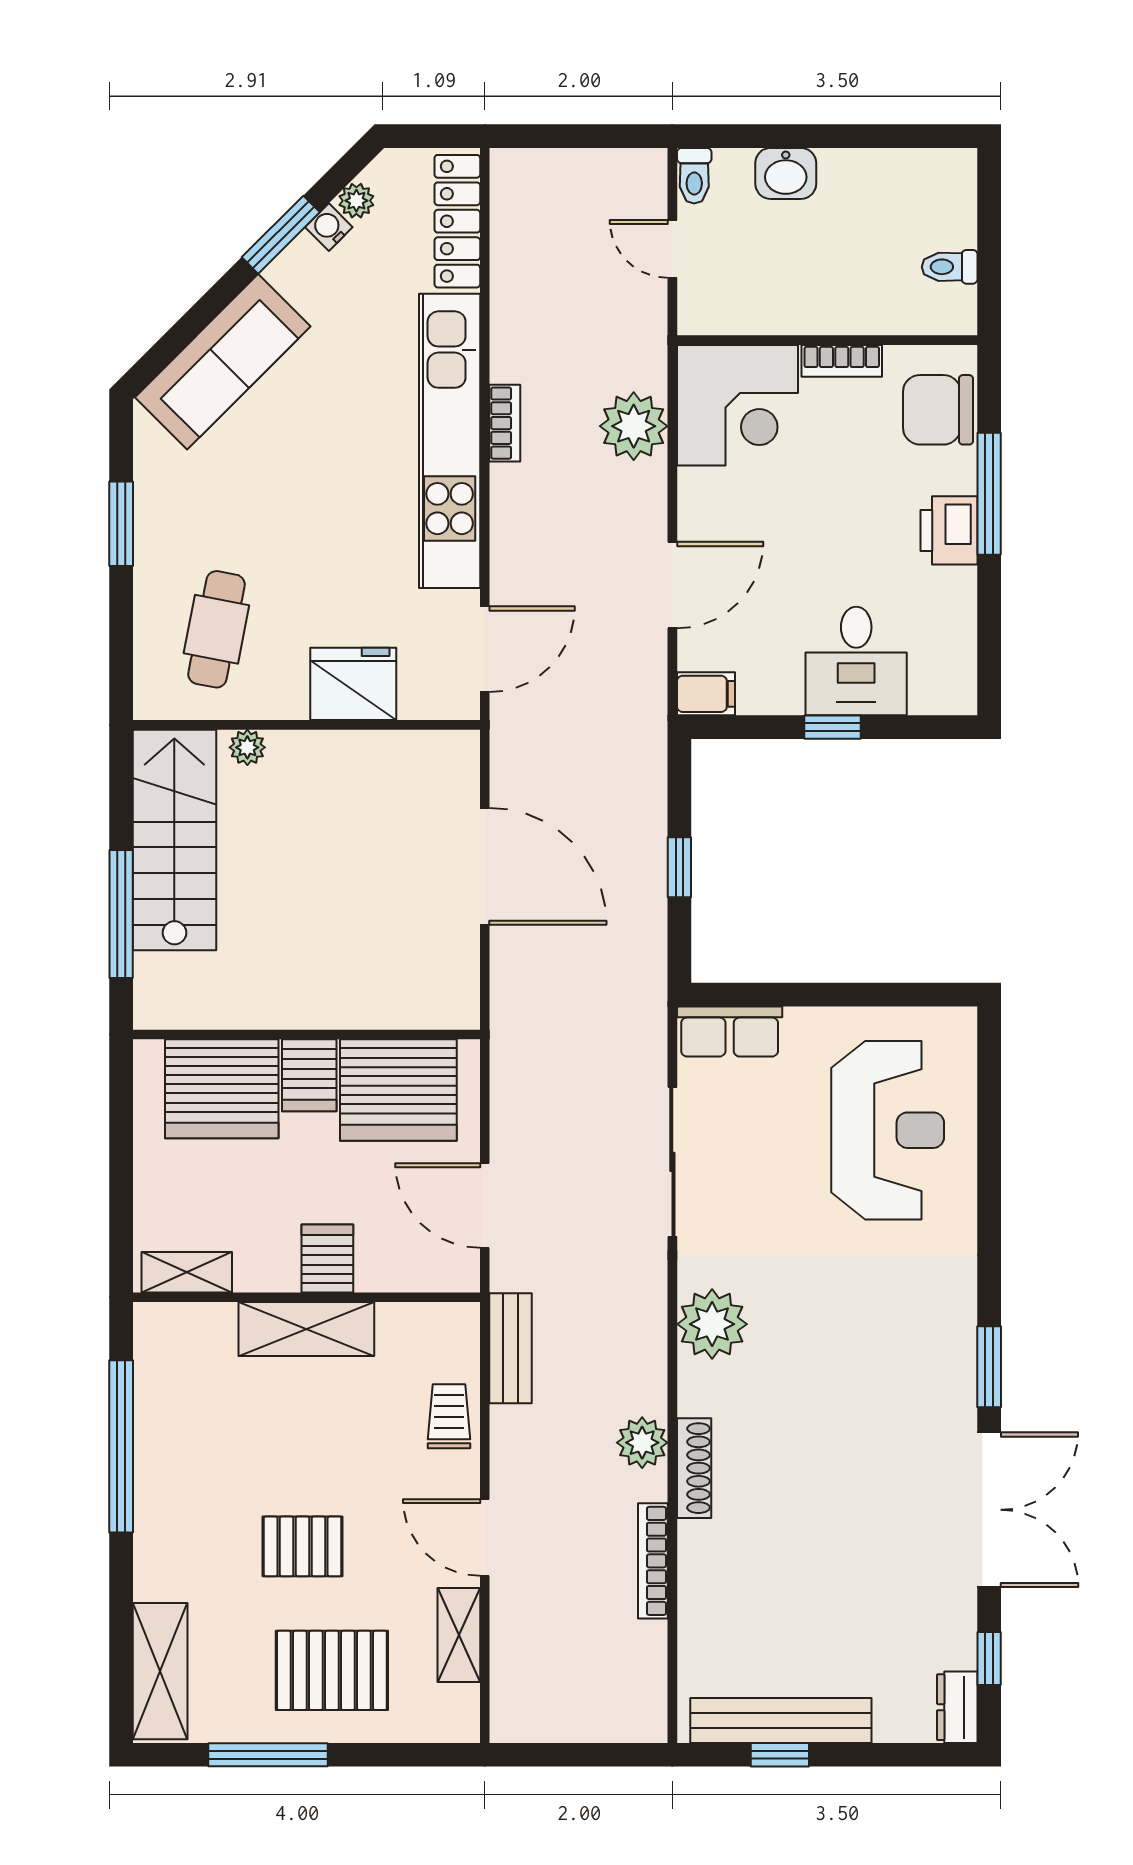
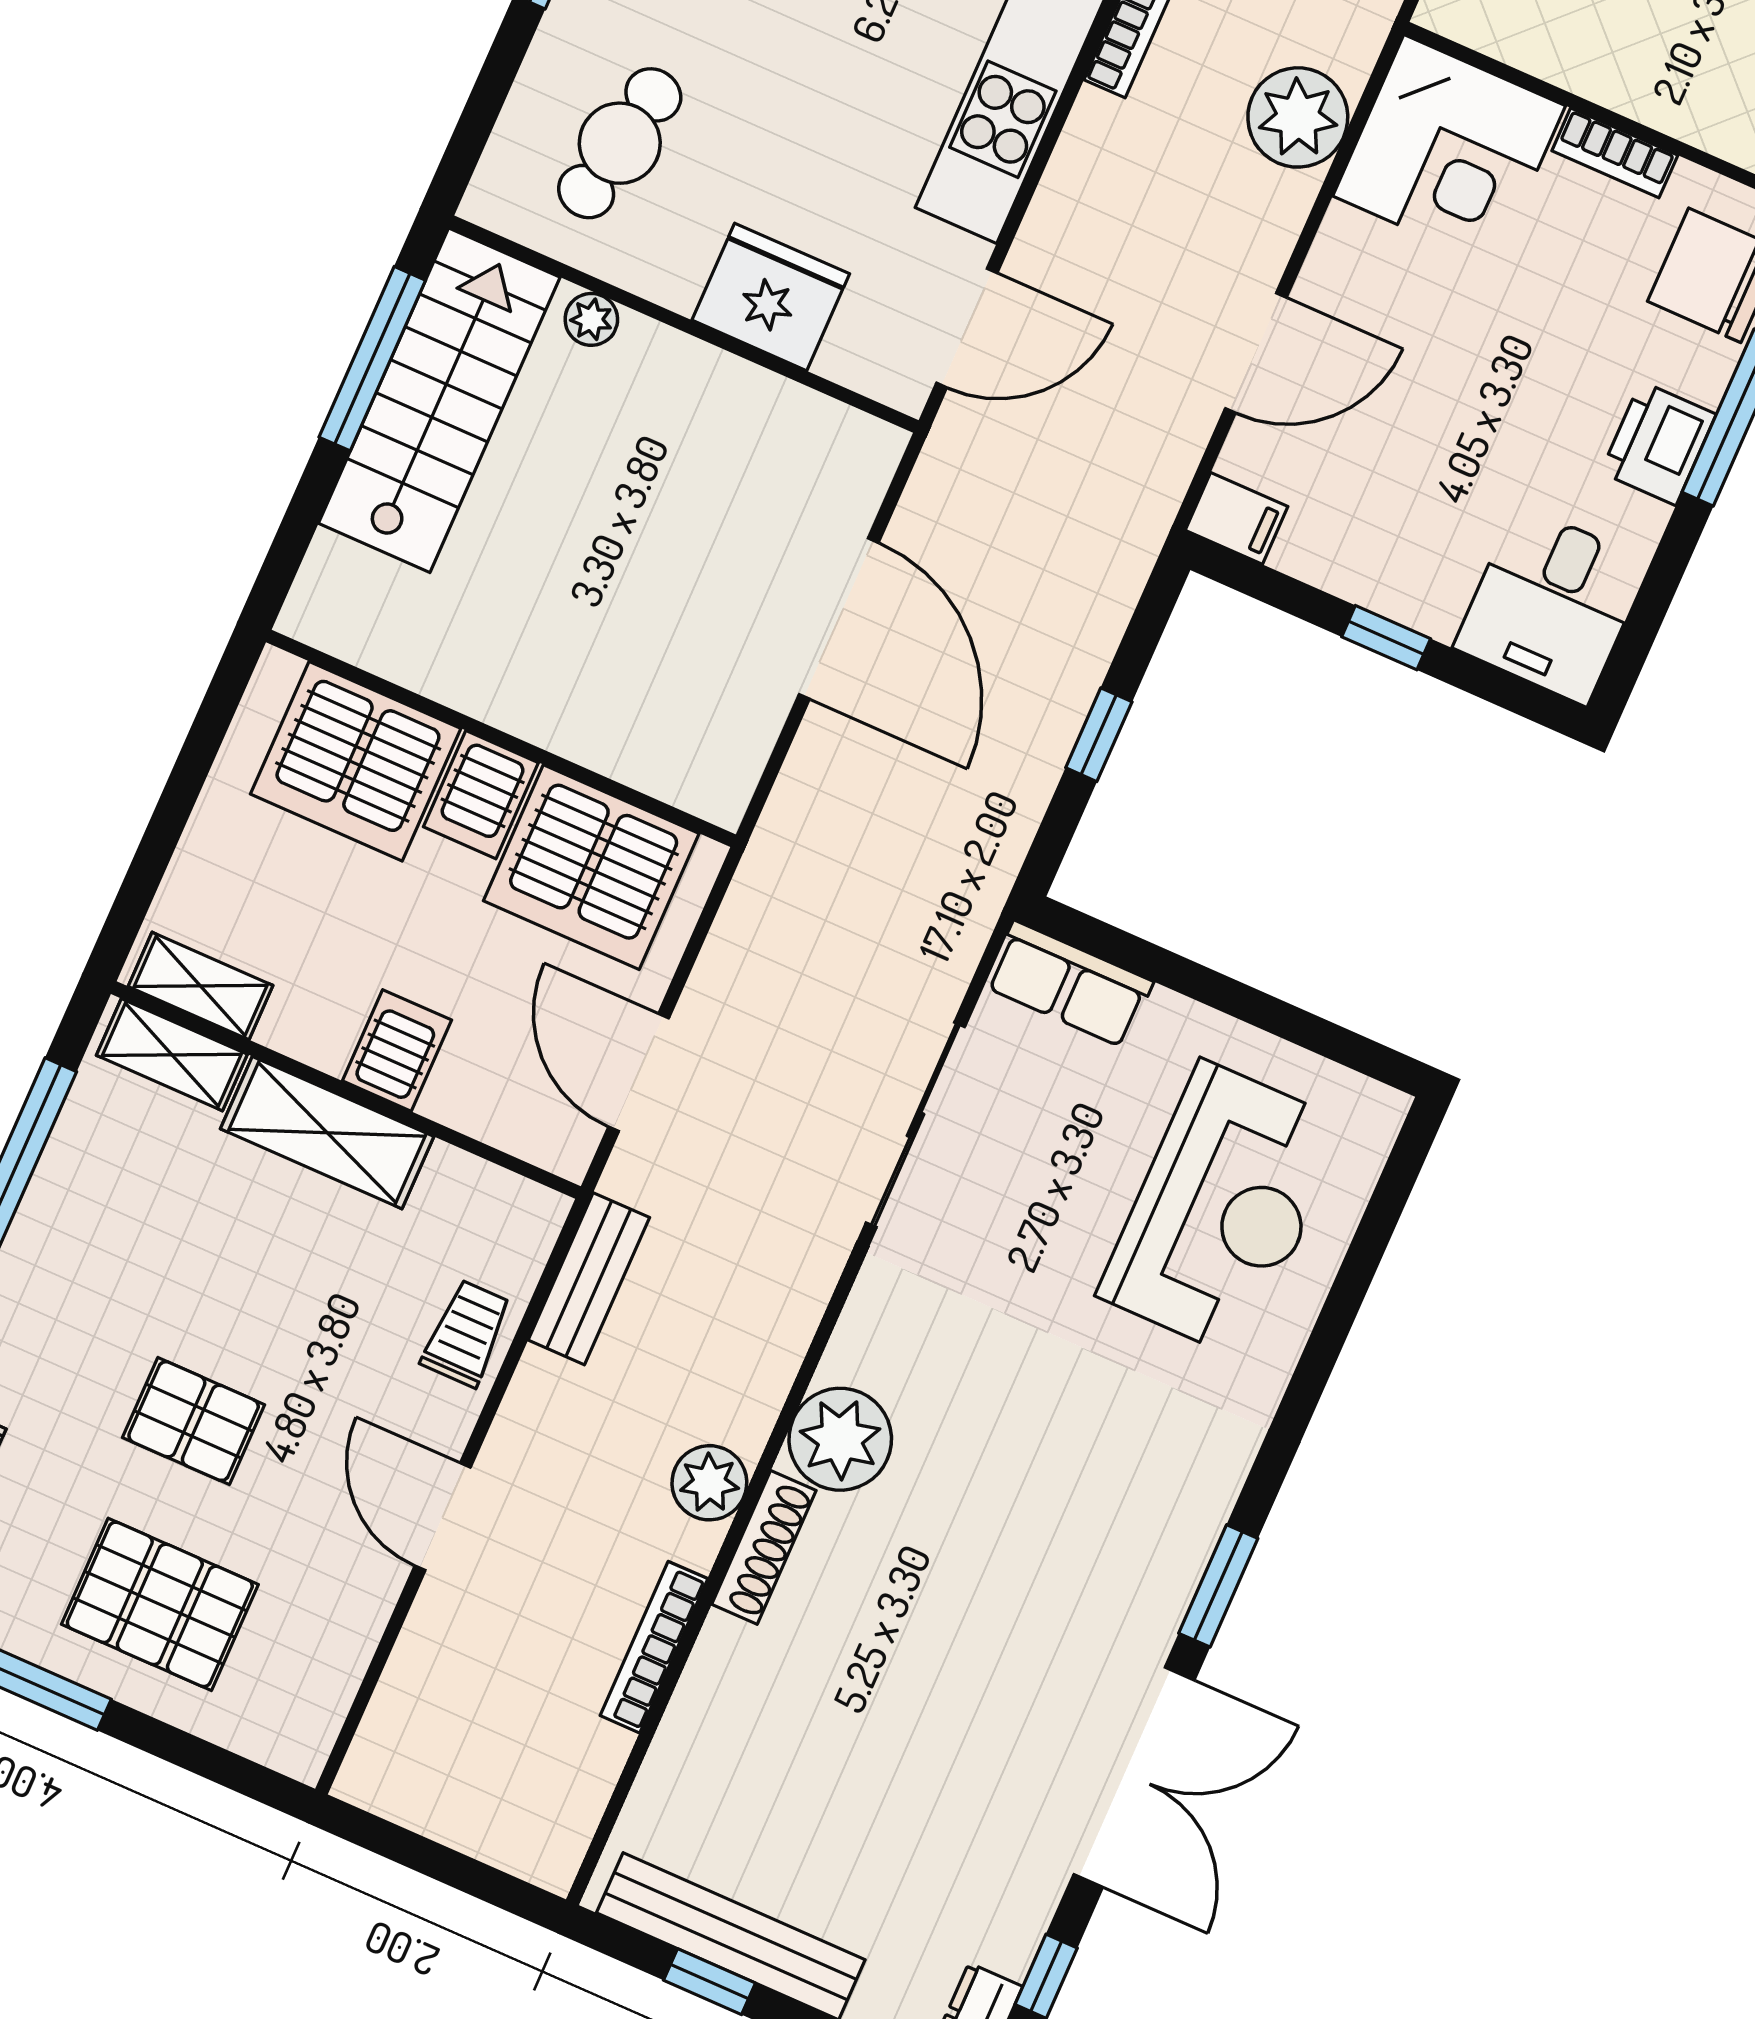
desk: (856, 661) -> (1552, 605), moved
window: (121, 914) -> (372, 359), moved
plant: (712, 1324) -> (840, 1439), moved
shelving: (459, 1635) -> (172, 1055), moved, turned 90

